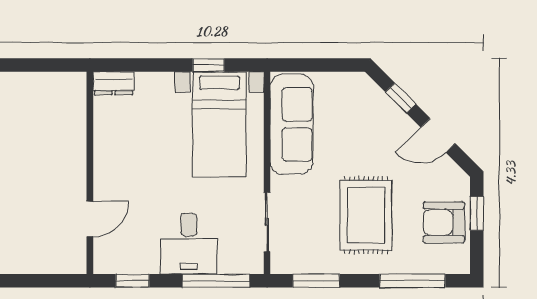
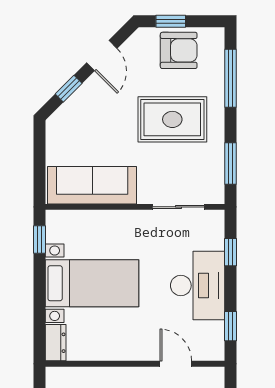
window: (208, 65) -> (39, 239), moved
bed with nightstands: (219, 124) -> (92, 283), moved
armchair: (444, 222) -> (179, 50), turned -90
desk: (189, 244) -> (198, 286), width x1.37
window: (216, 281) -> (230, 252), width x0.46

